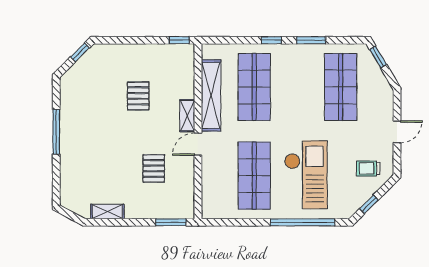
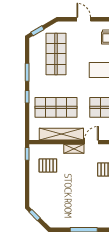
shop shelf: (341, 87) -> (56, 54), turned 90
pallet: (138, 96) -> (48, 165), moved
door: (198, 144) -> (91, 142), swing flipped

